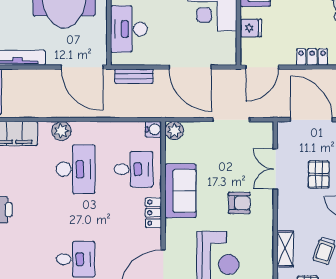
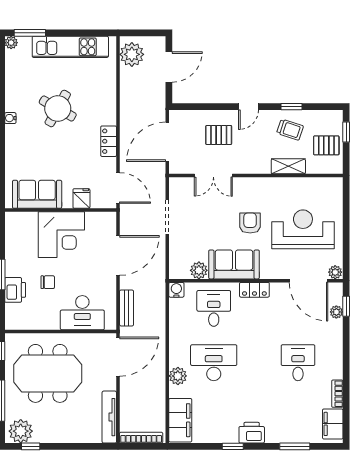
plant: (174, 131) -> (199, 270), moved
armchair: (239, 203) -> (250, 223), moved

